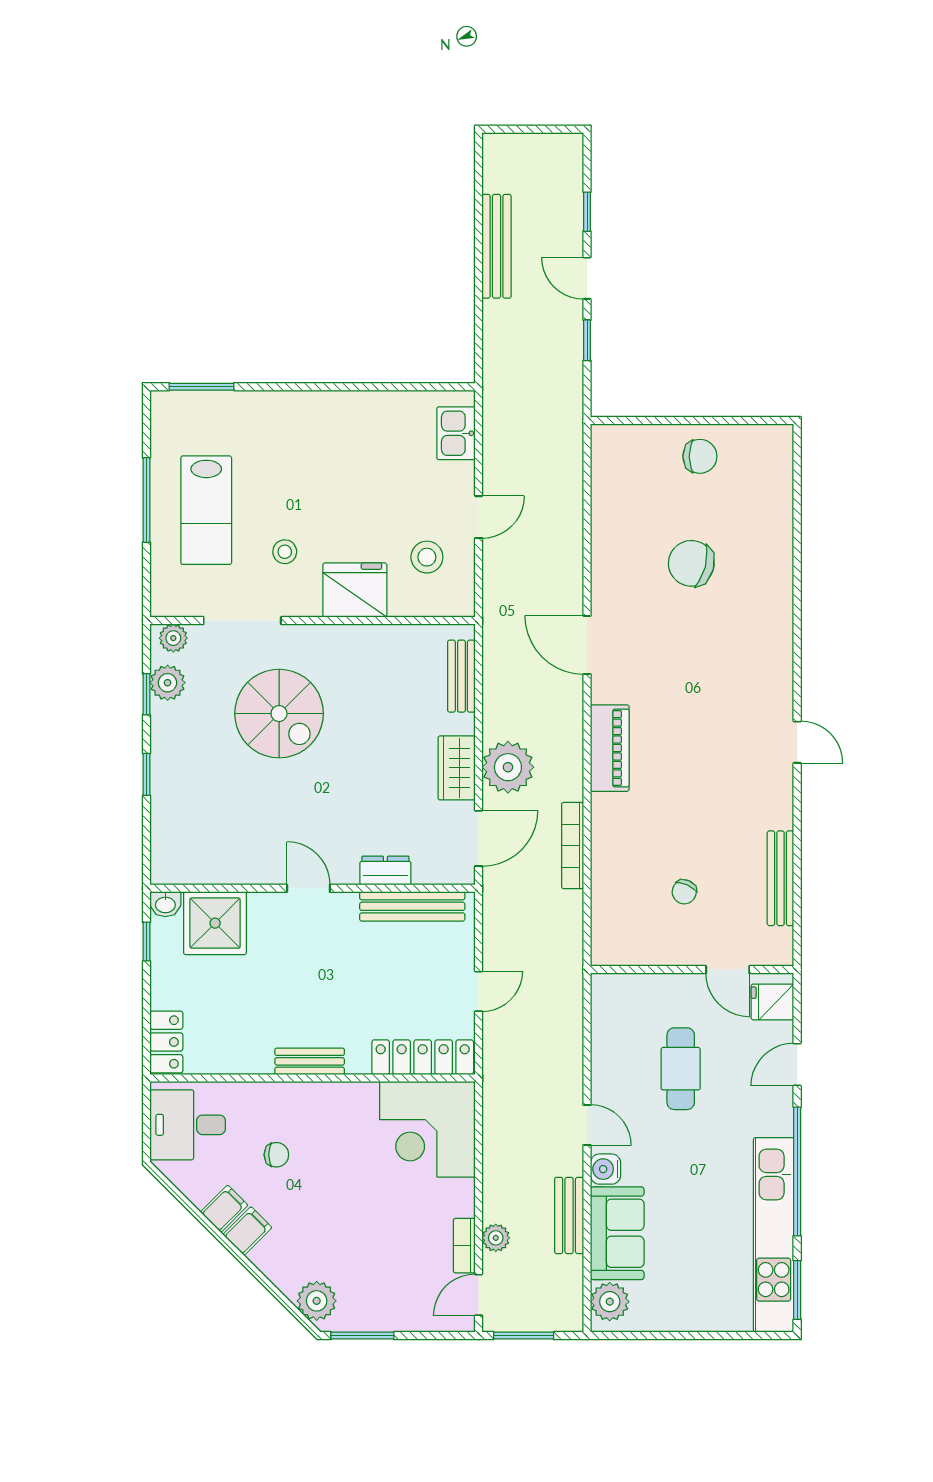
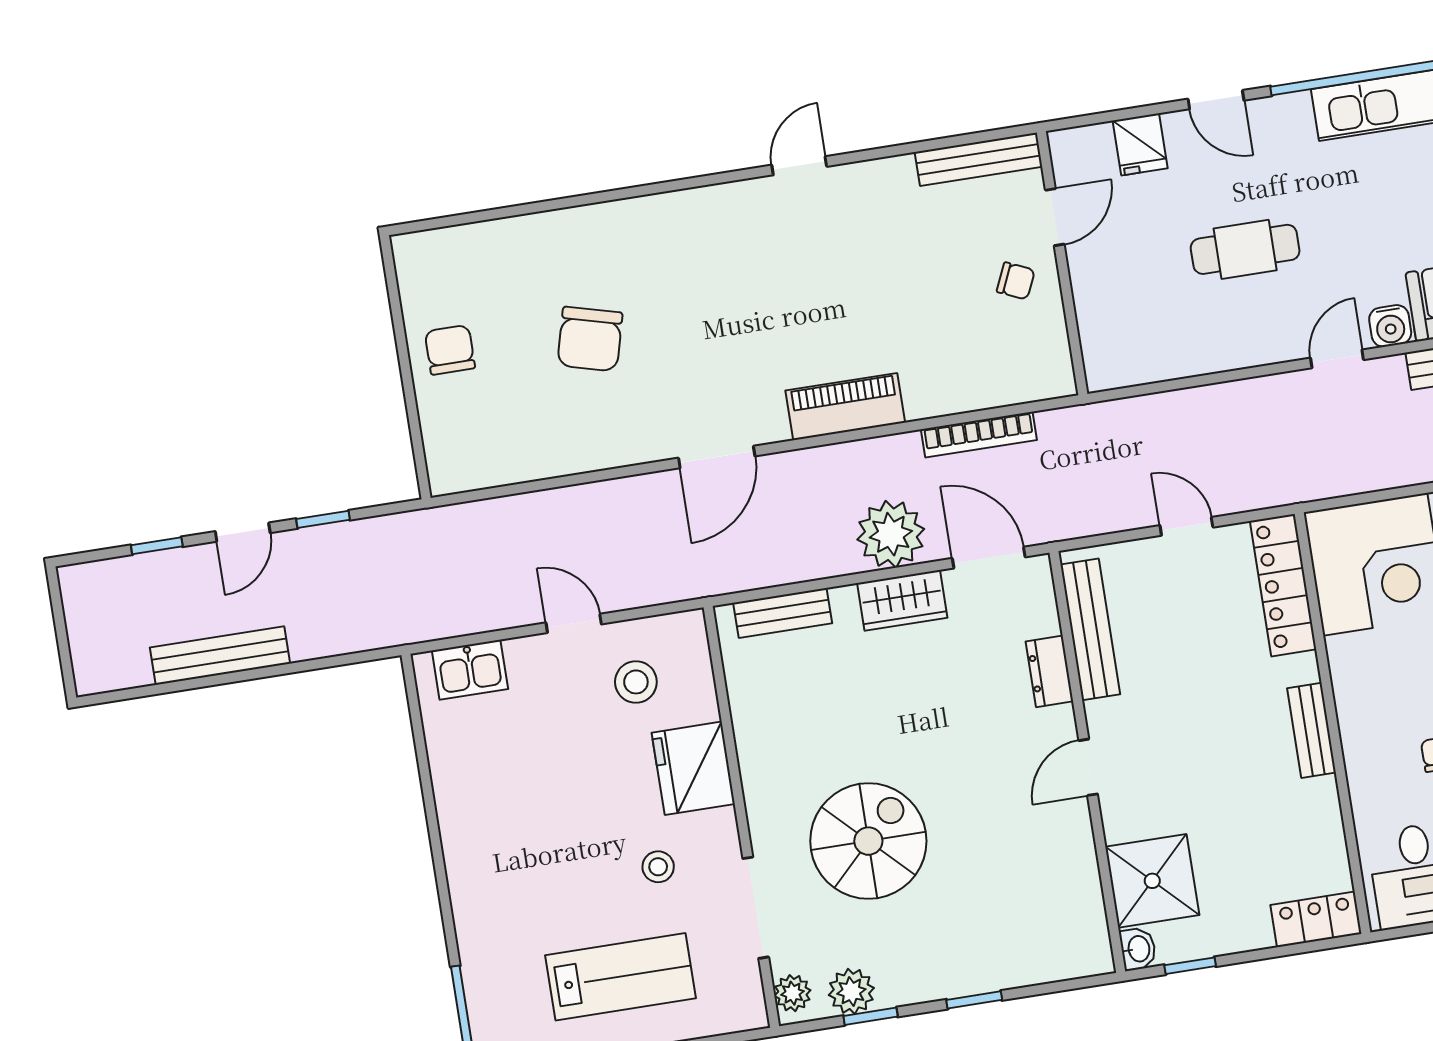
wall: (692, 970) -> (1062, 263), moved
door: (728, 970) -> (1055, 217), moved

